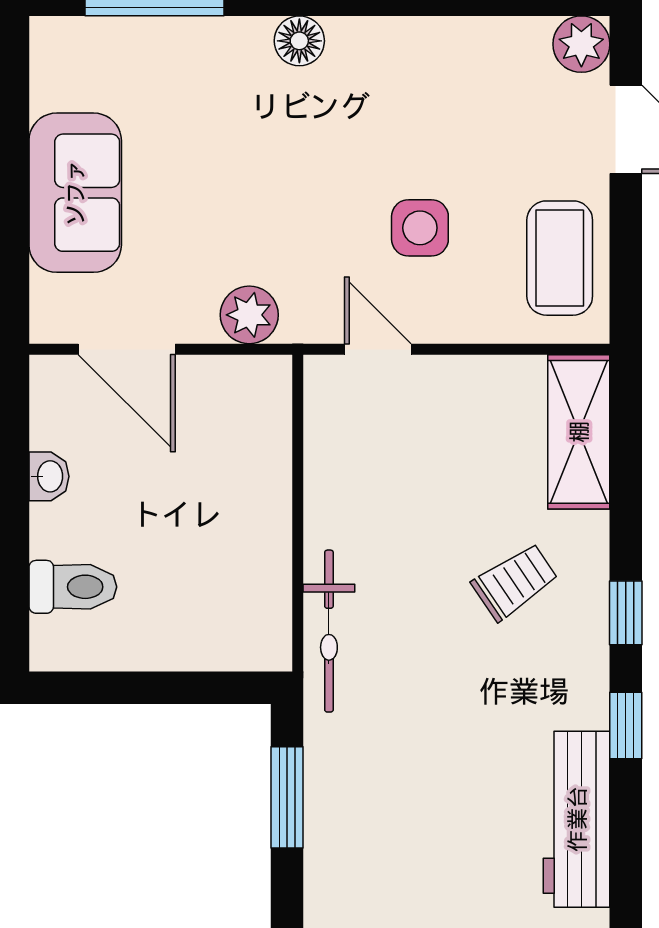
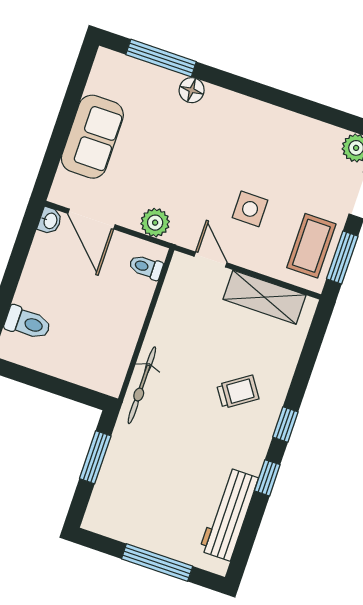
floor lamp: (299, 41) -> (192, 90), moved
window: (626, 260) -> (342, 258), added
toilet: (260, 405) -> (146, 267), added
shelving: (579, 432) -> (265, 297), moved, turned 90
washbasin: (49, 476) -> (50, 221), moved

